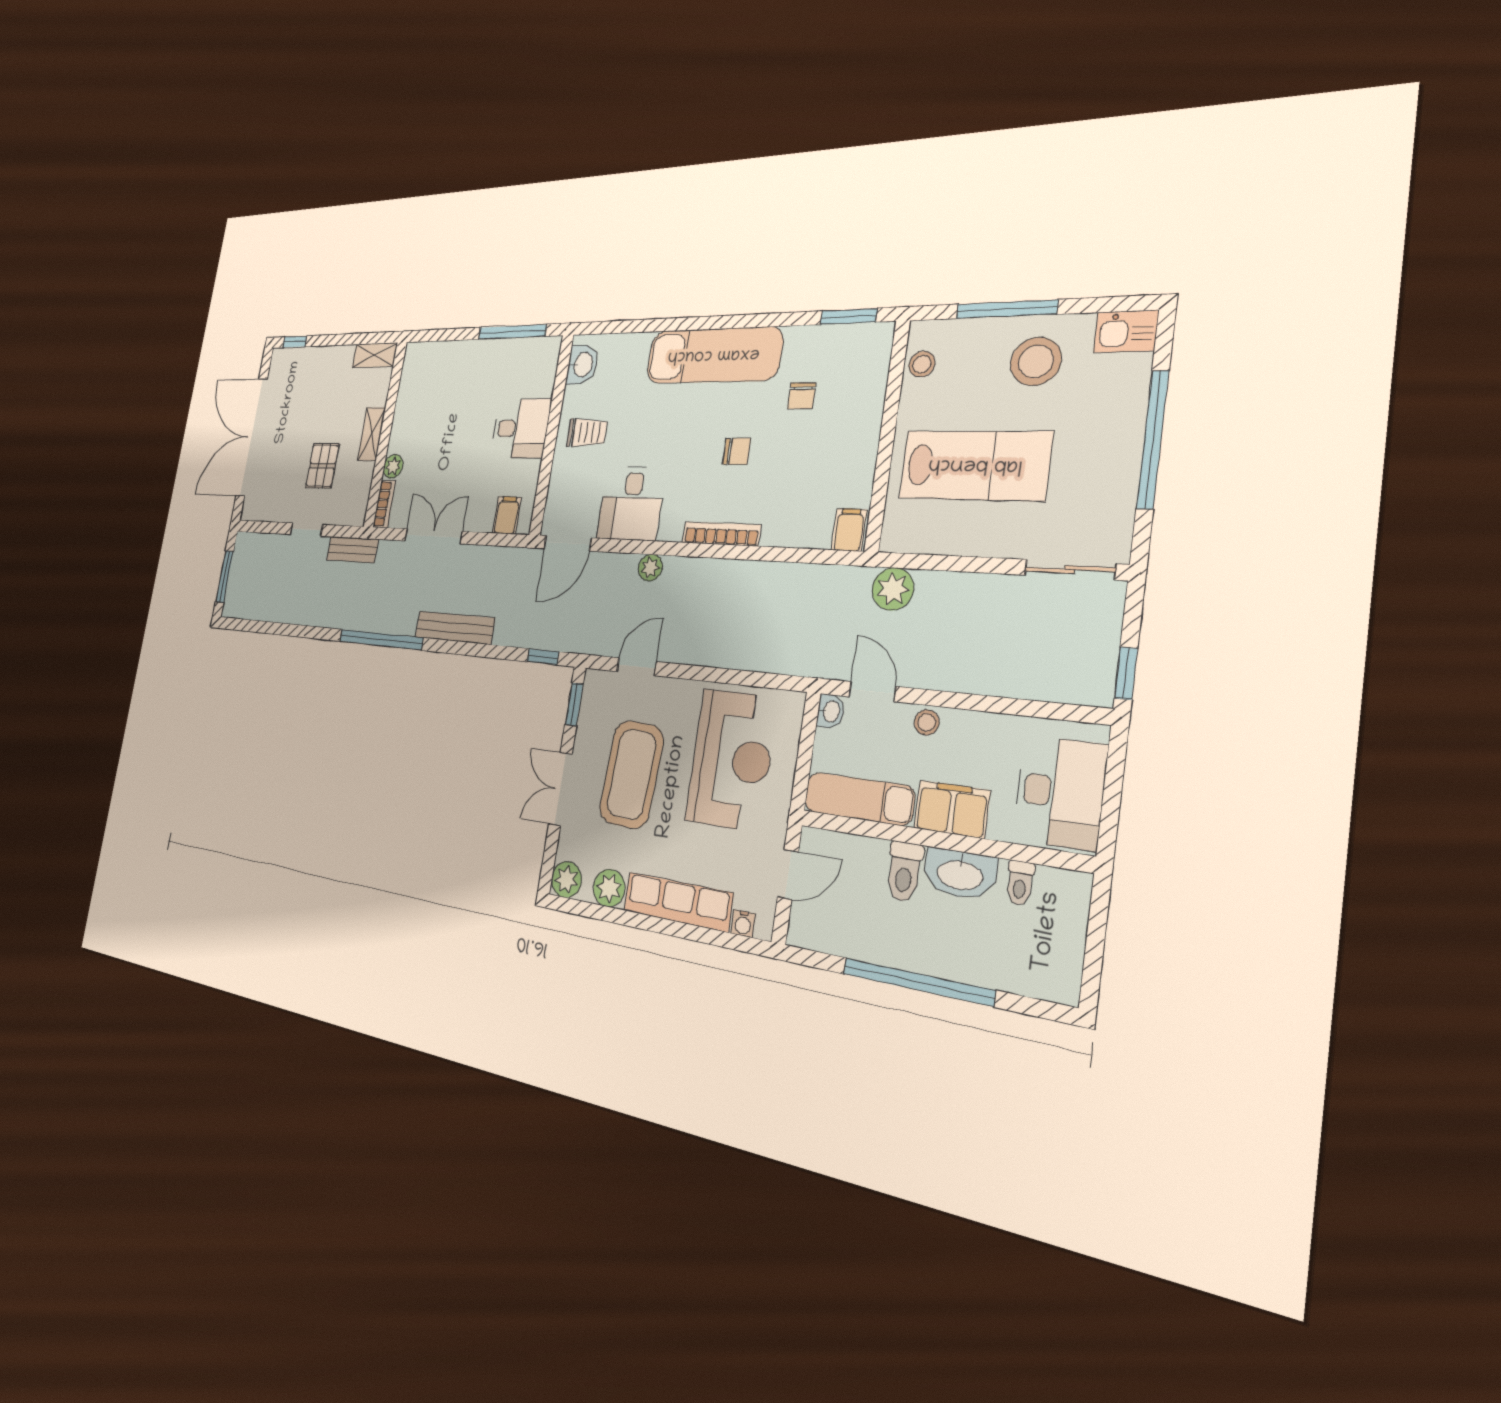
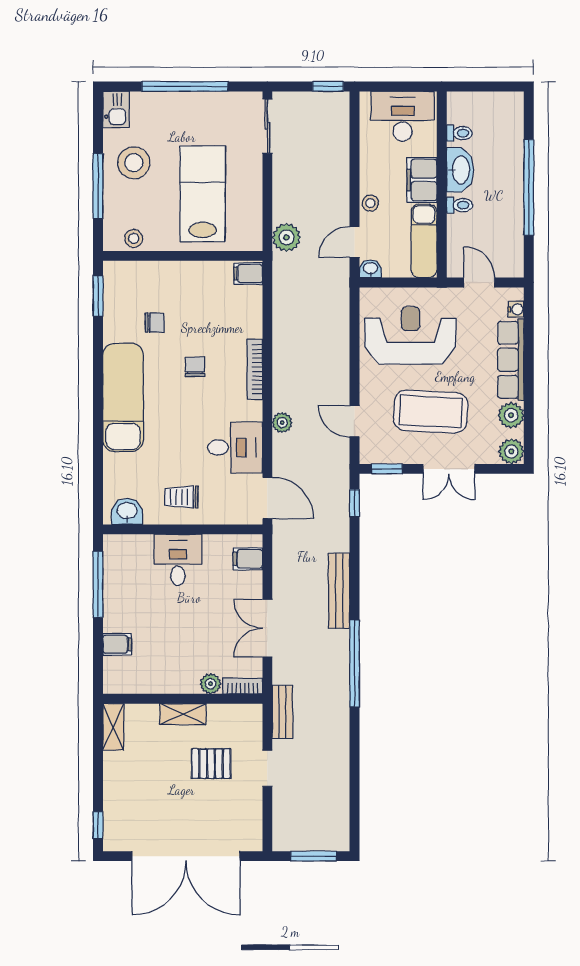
filing cabinet: (450, 357) -> (117, 644), added
trolley: (587, 433) -> (181, 497), turned -90
toilet: (904, 872) -> (460, 205), width x0.73, depth x0.72

